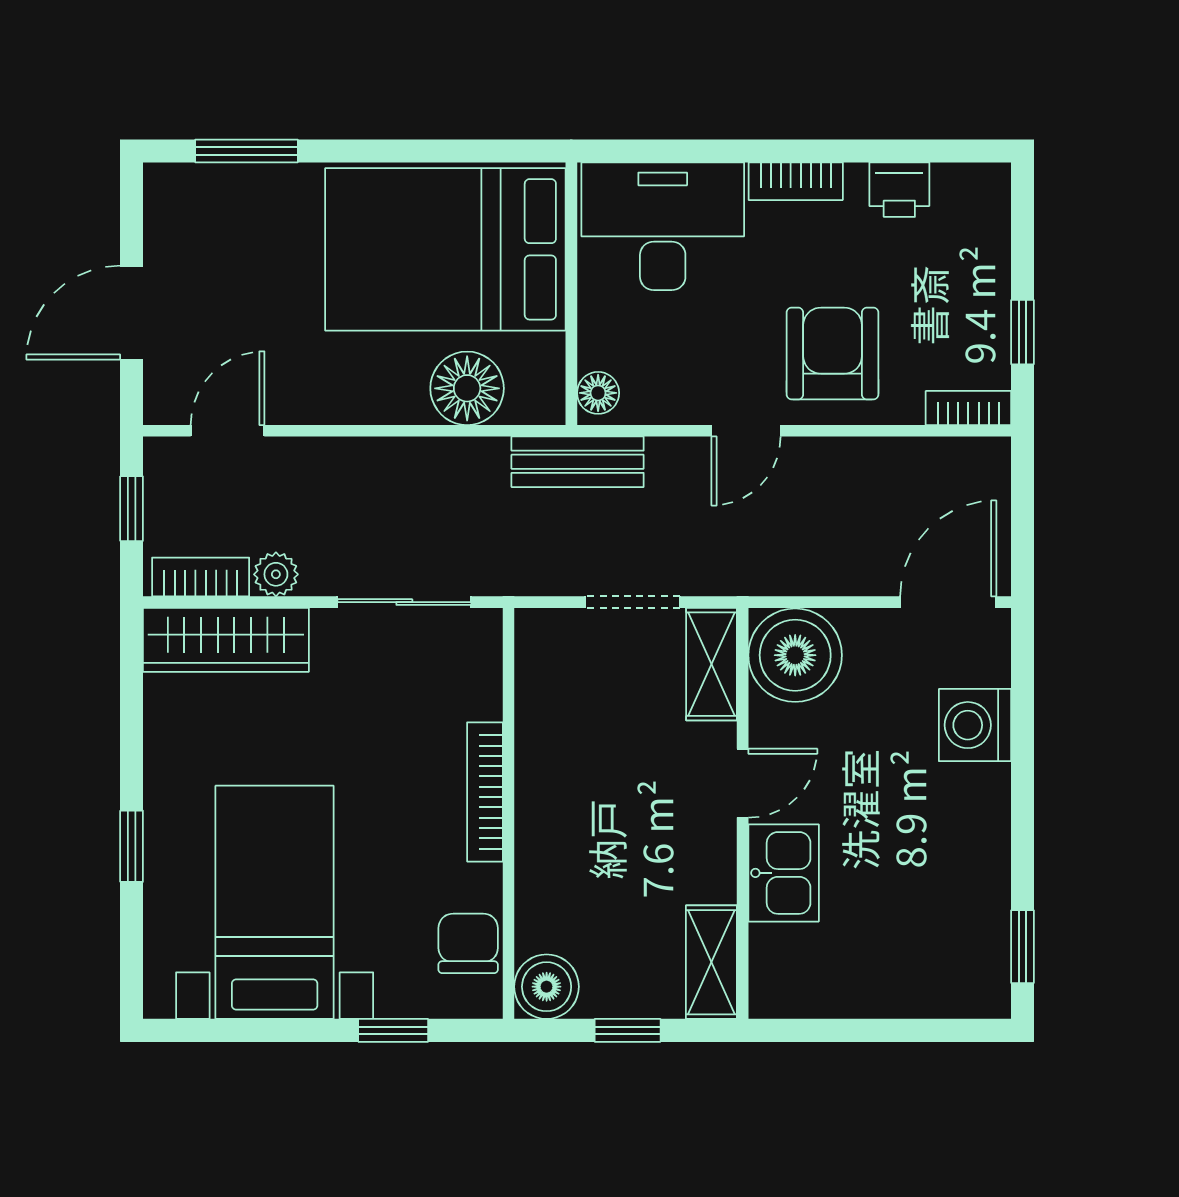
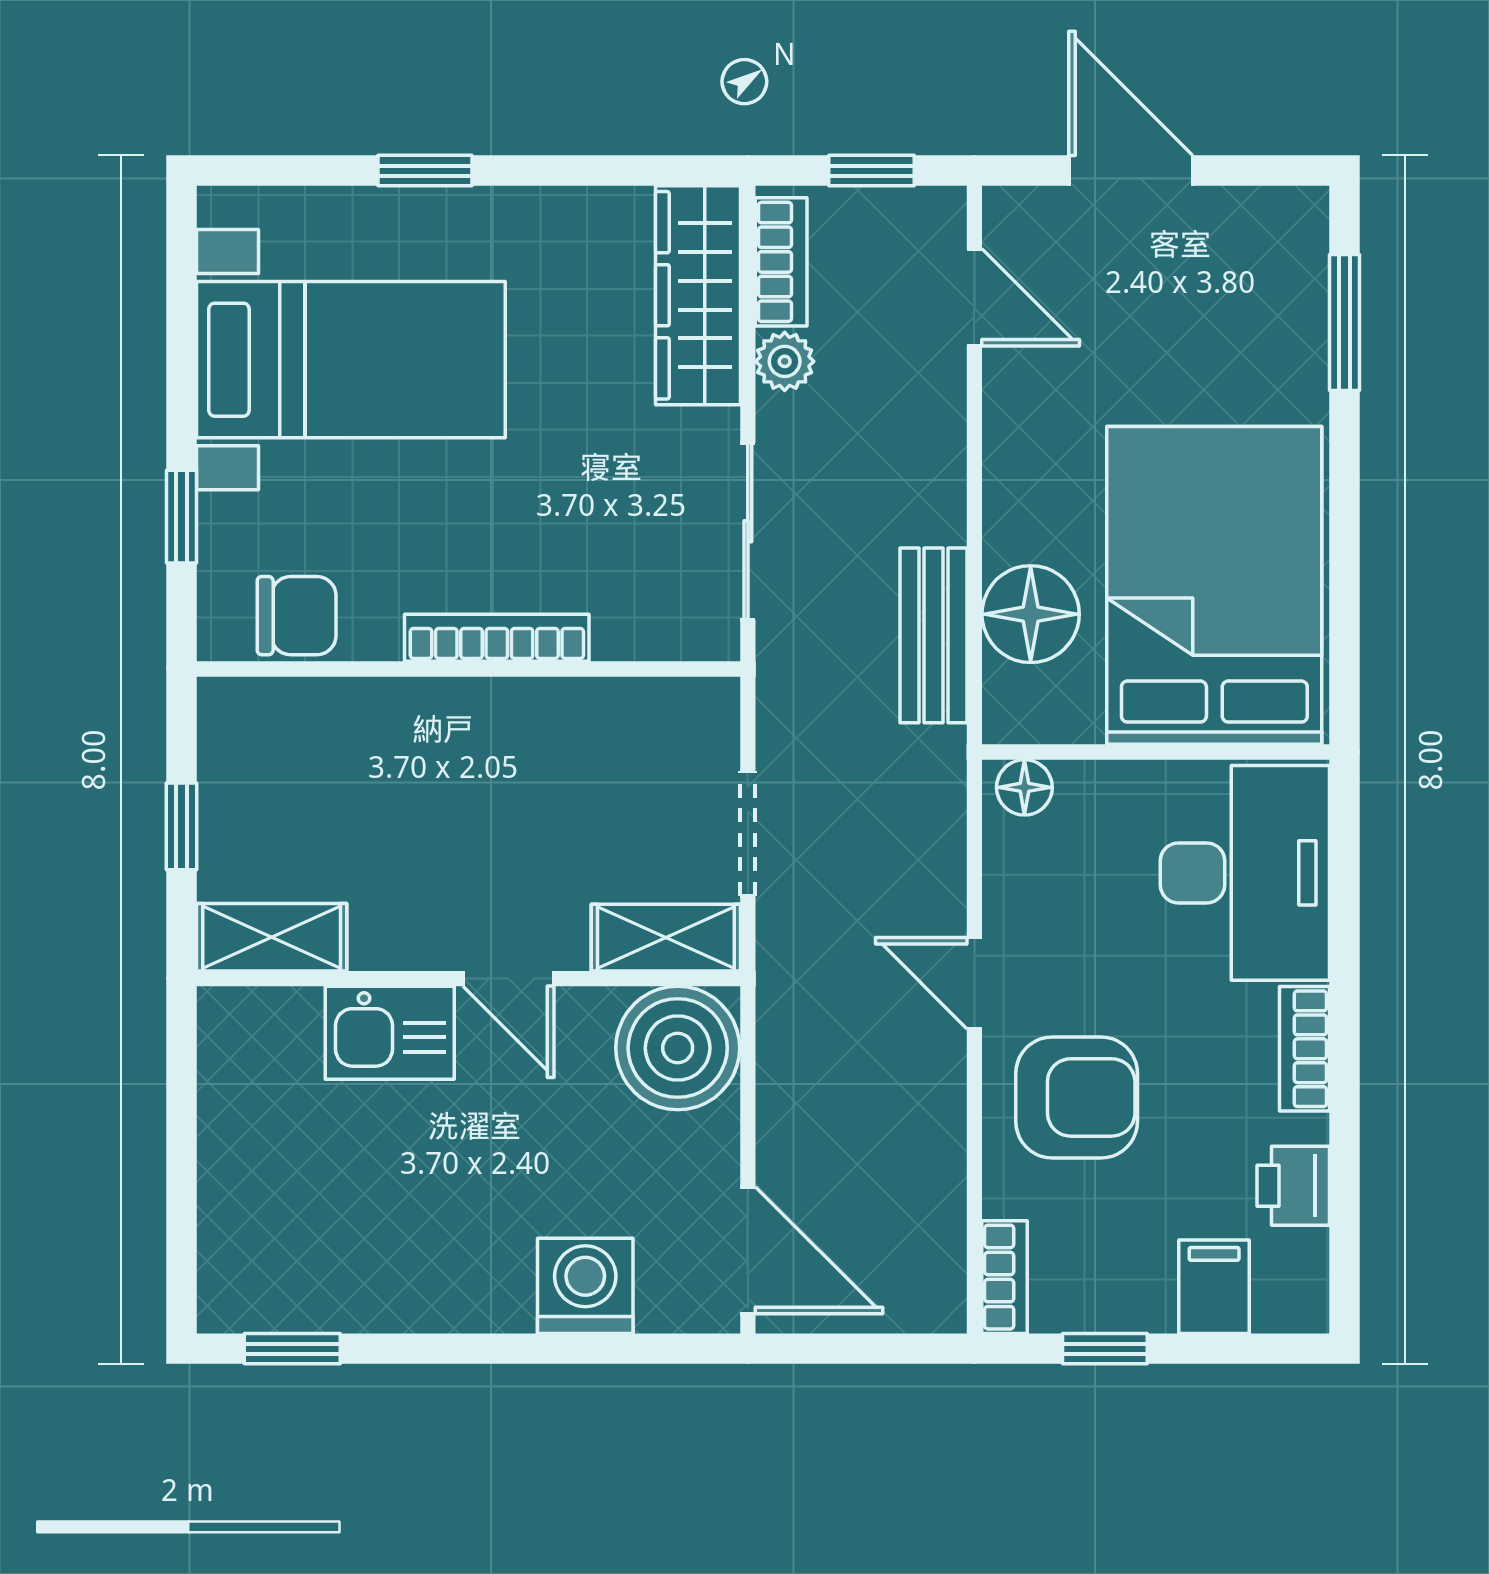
filing cabinet: (976, 250) -> (1214, 1287), added
bench: (578, 462) -> (933, 635), moved
boiler: (547, 987) -> (239, 719), removed

